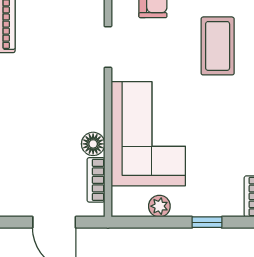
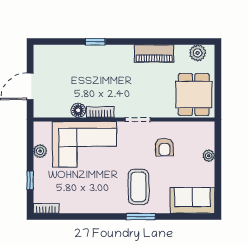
coffee table: (218, 46) -> (138, 187), turned 90
bookcase: (96, 180) -> (100, 112), moved

